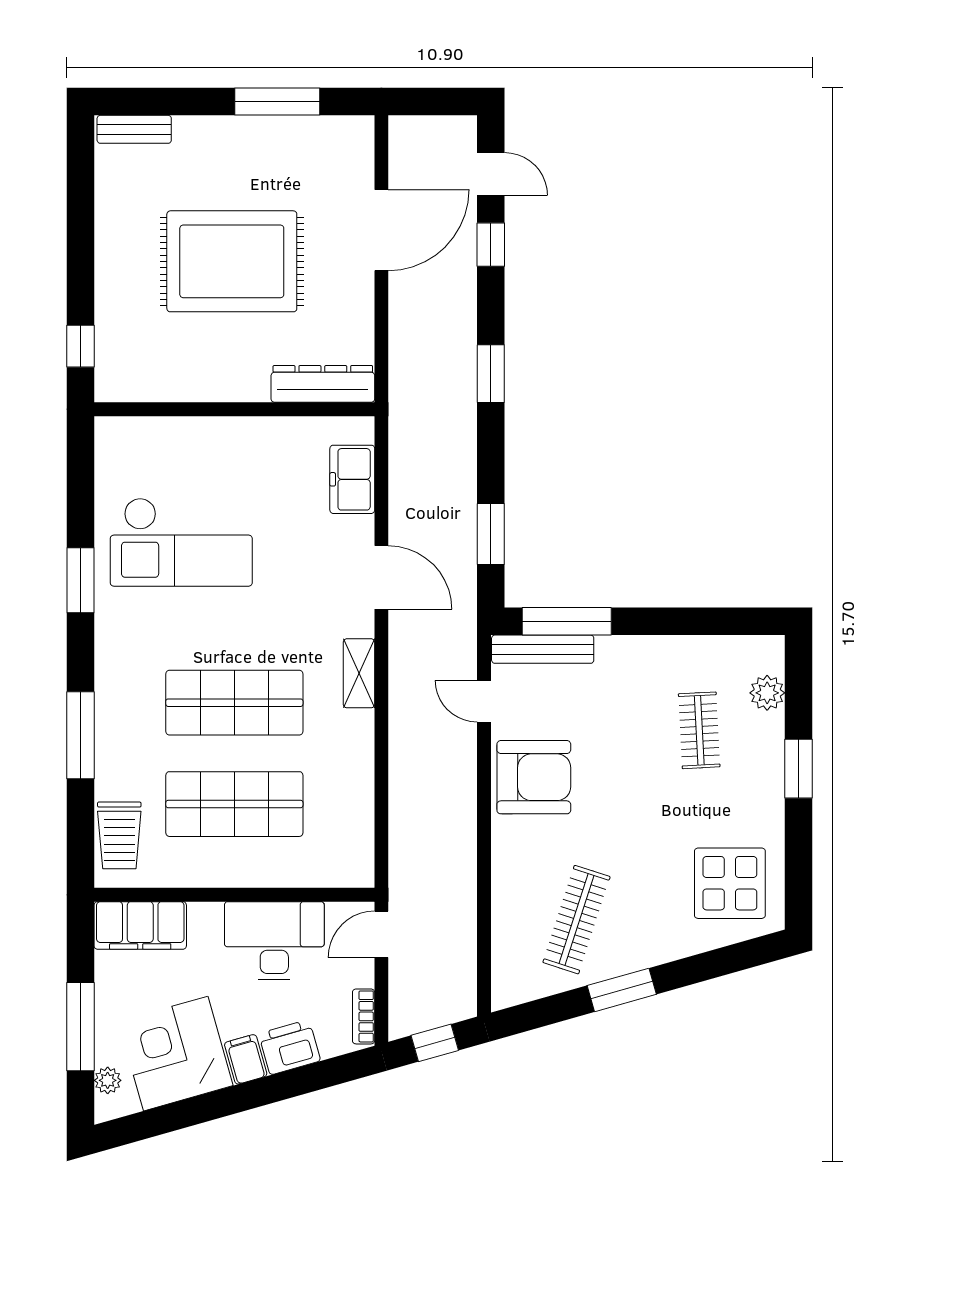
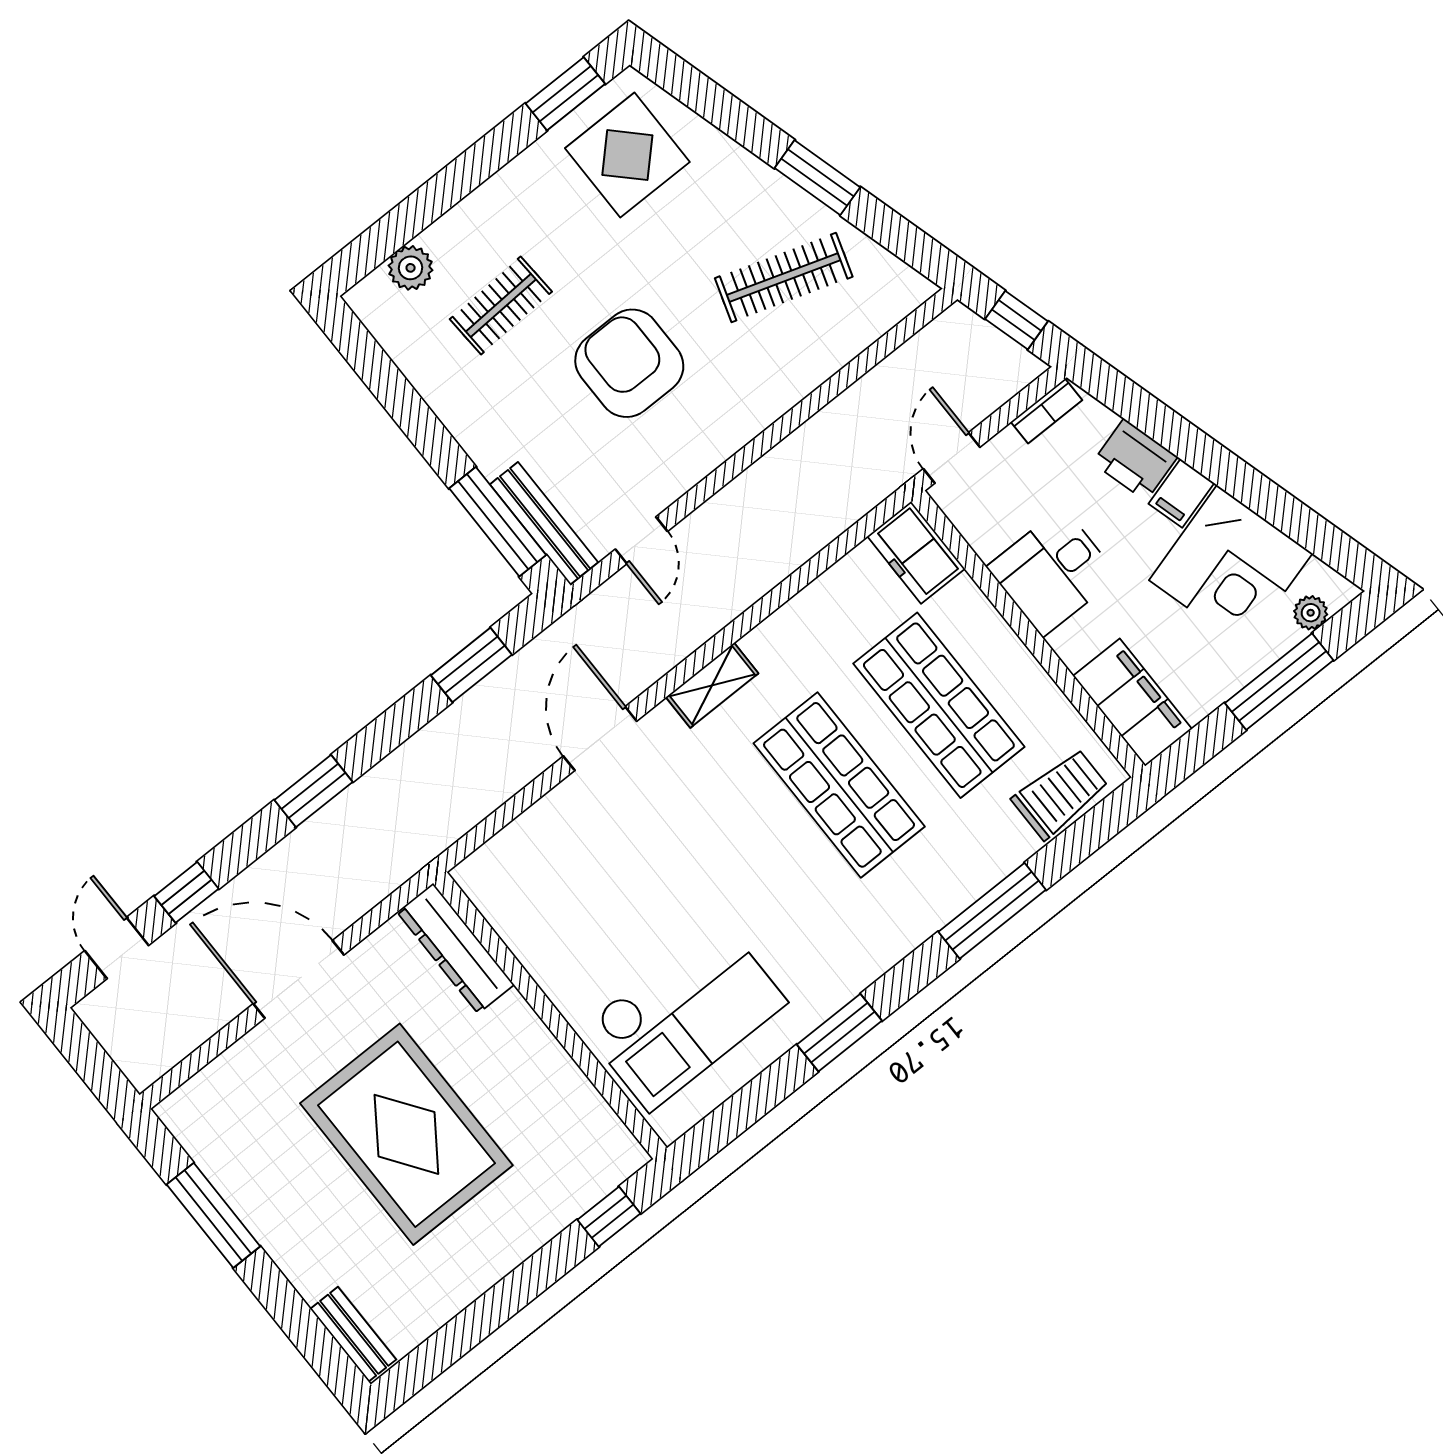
door: (381, 230) -> (299, 979), moved
freezer: (352, 479) -> (916, 553), moved, turned 90
checkout: (181, 542) -> (684, 1015), moved, turned 90
window: (799, 769) -> (565, 94), moved
armchair: (534, 777) -> (629, 363), moved
door: (381, 934) -> (952, 458), swing flipped
desk: (274, 941) -> (1053, 572), width x0.73

